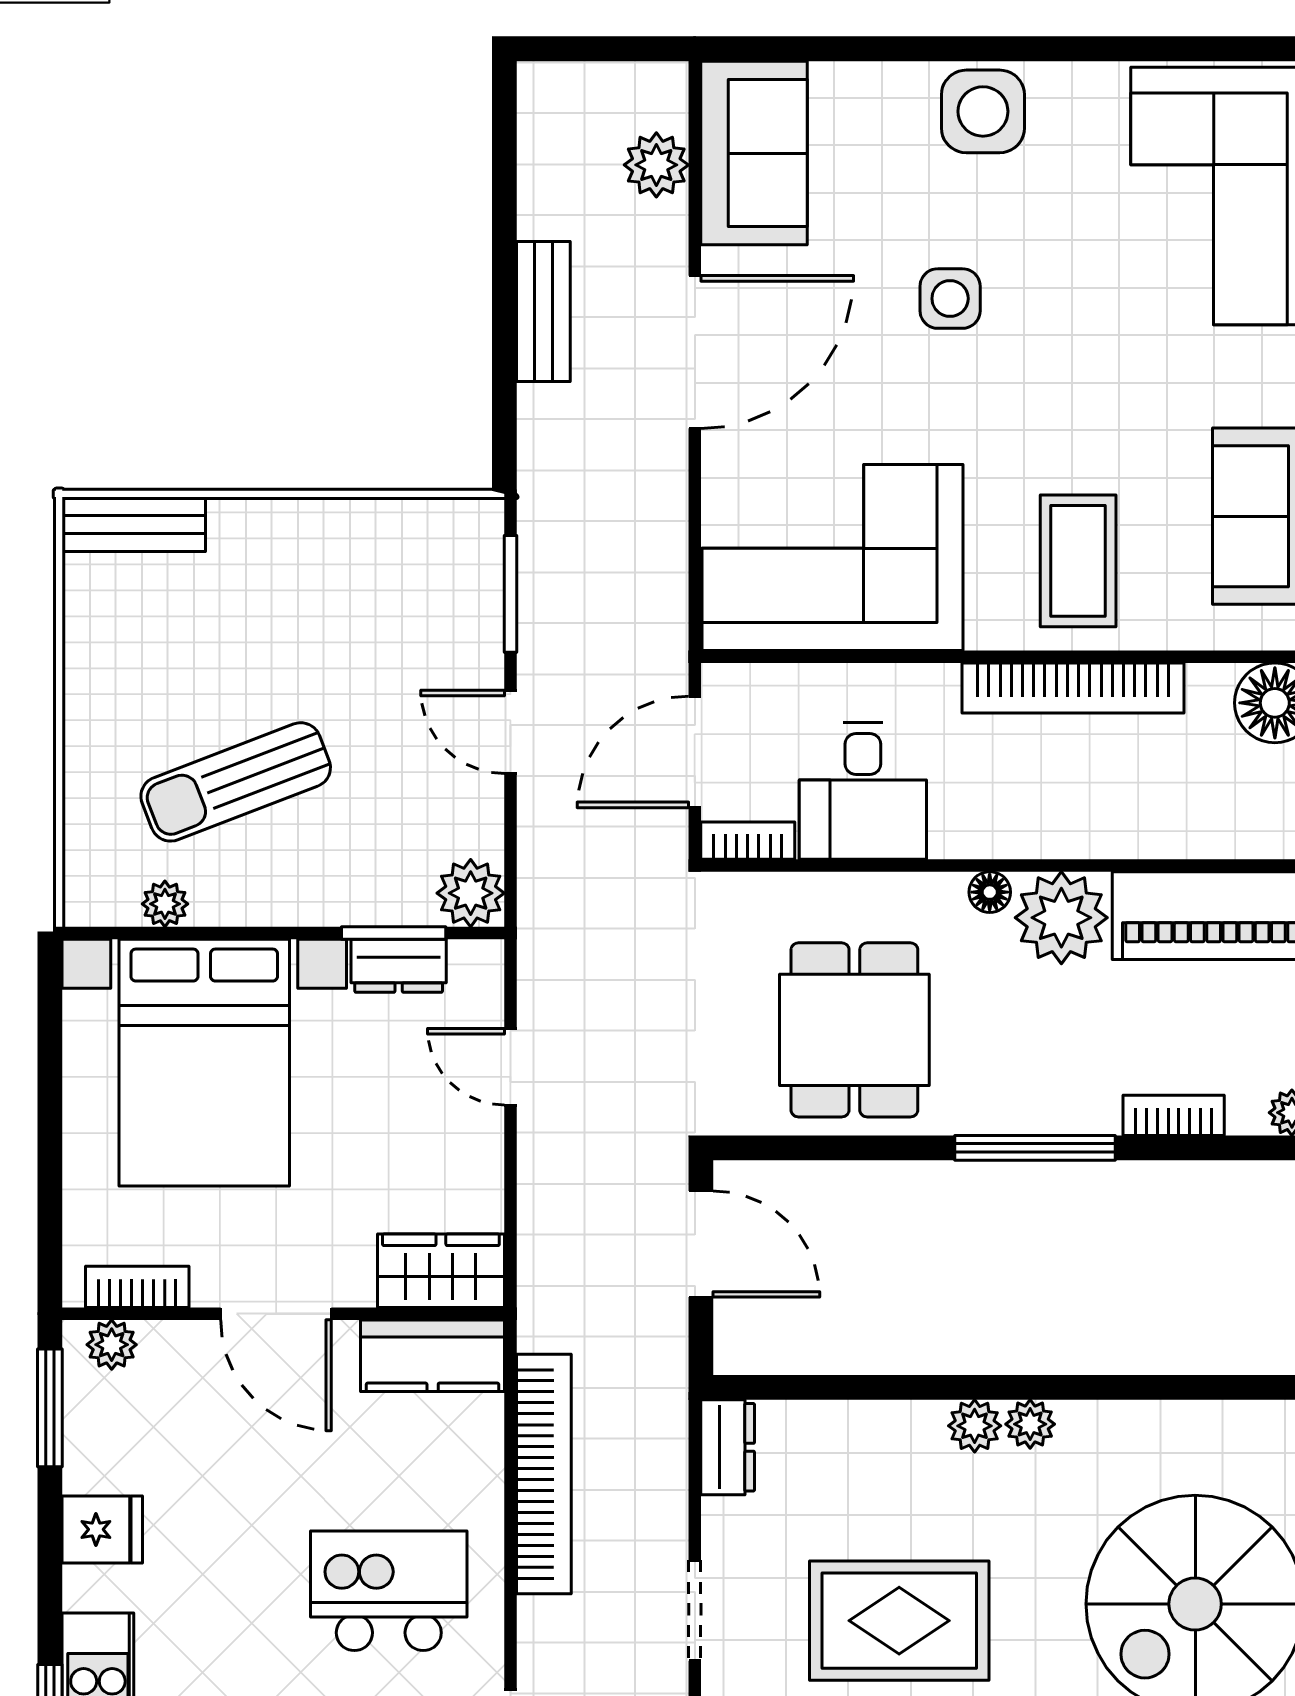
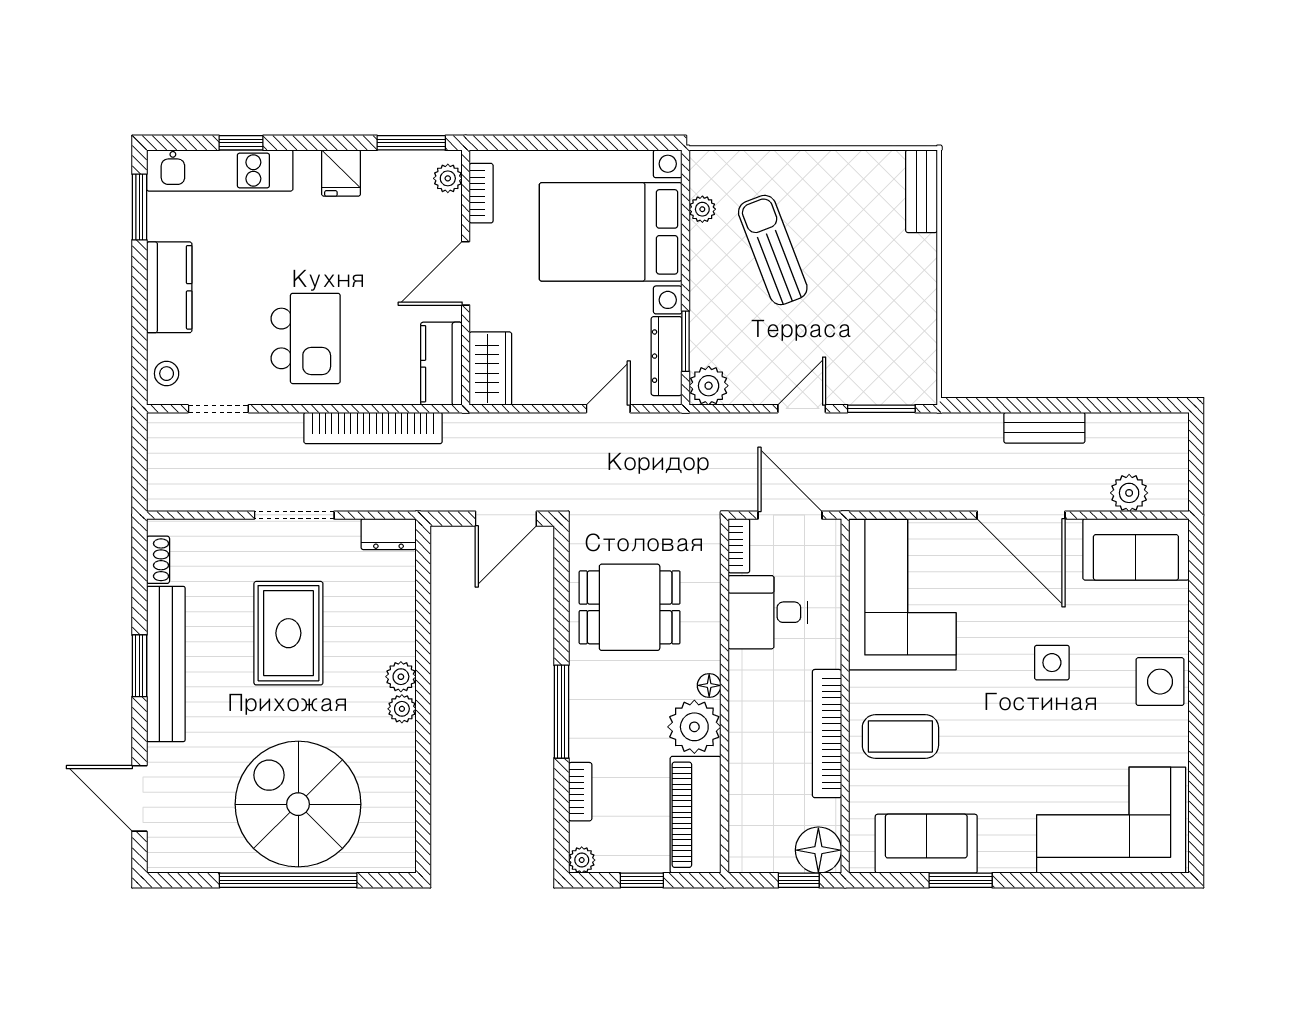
dresser: (399, 966) -> (667, 356), width x1.44
doorway: (695, 1610) -> (294, 515), width x1.38

